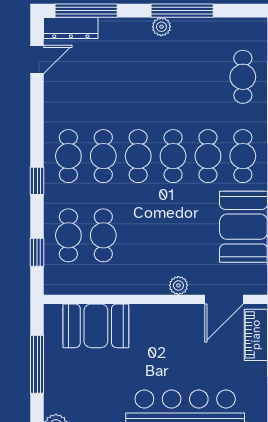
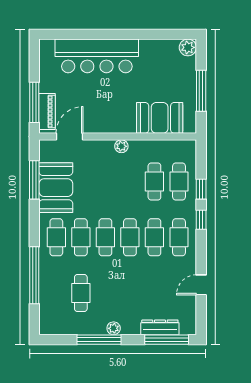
dresser: (71, 28) -> (160, 327), moved
door: (37, 59) -> (201, 285), moved
cafe table: (243, 77) -> (81, 293), moved
window: (37, 252) -> (201, 189), moved
plant: (178, 285) -> (121, 146), moved

